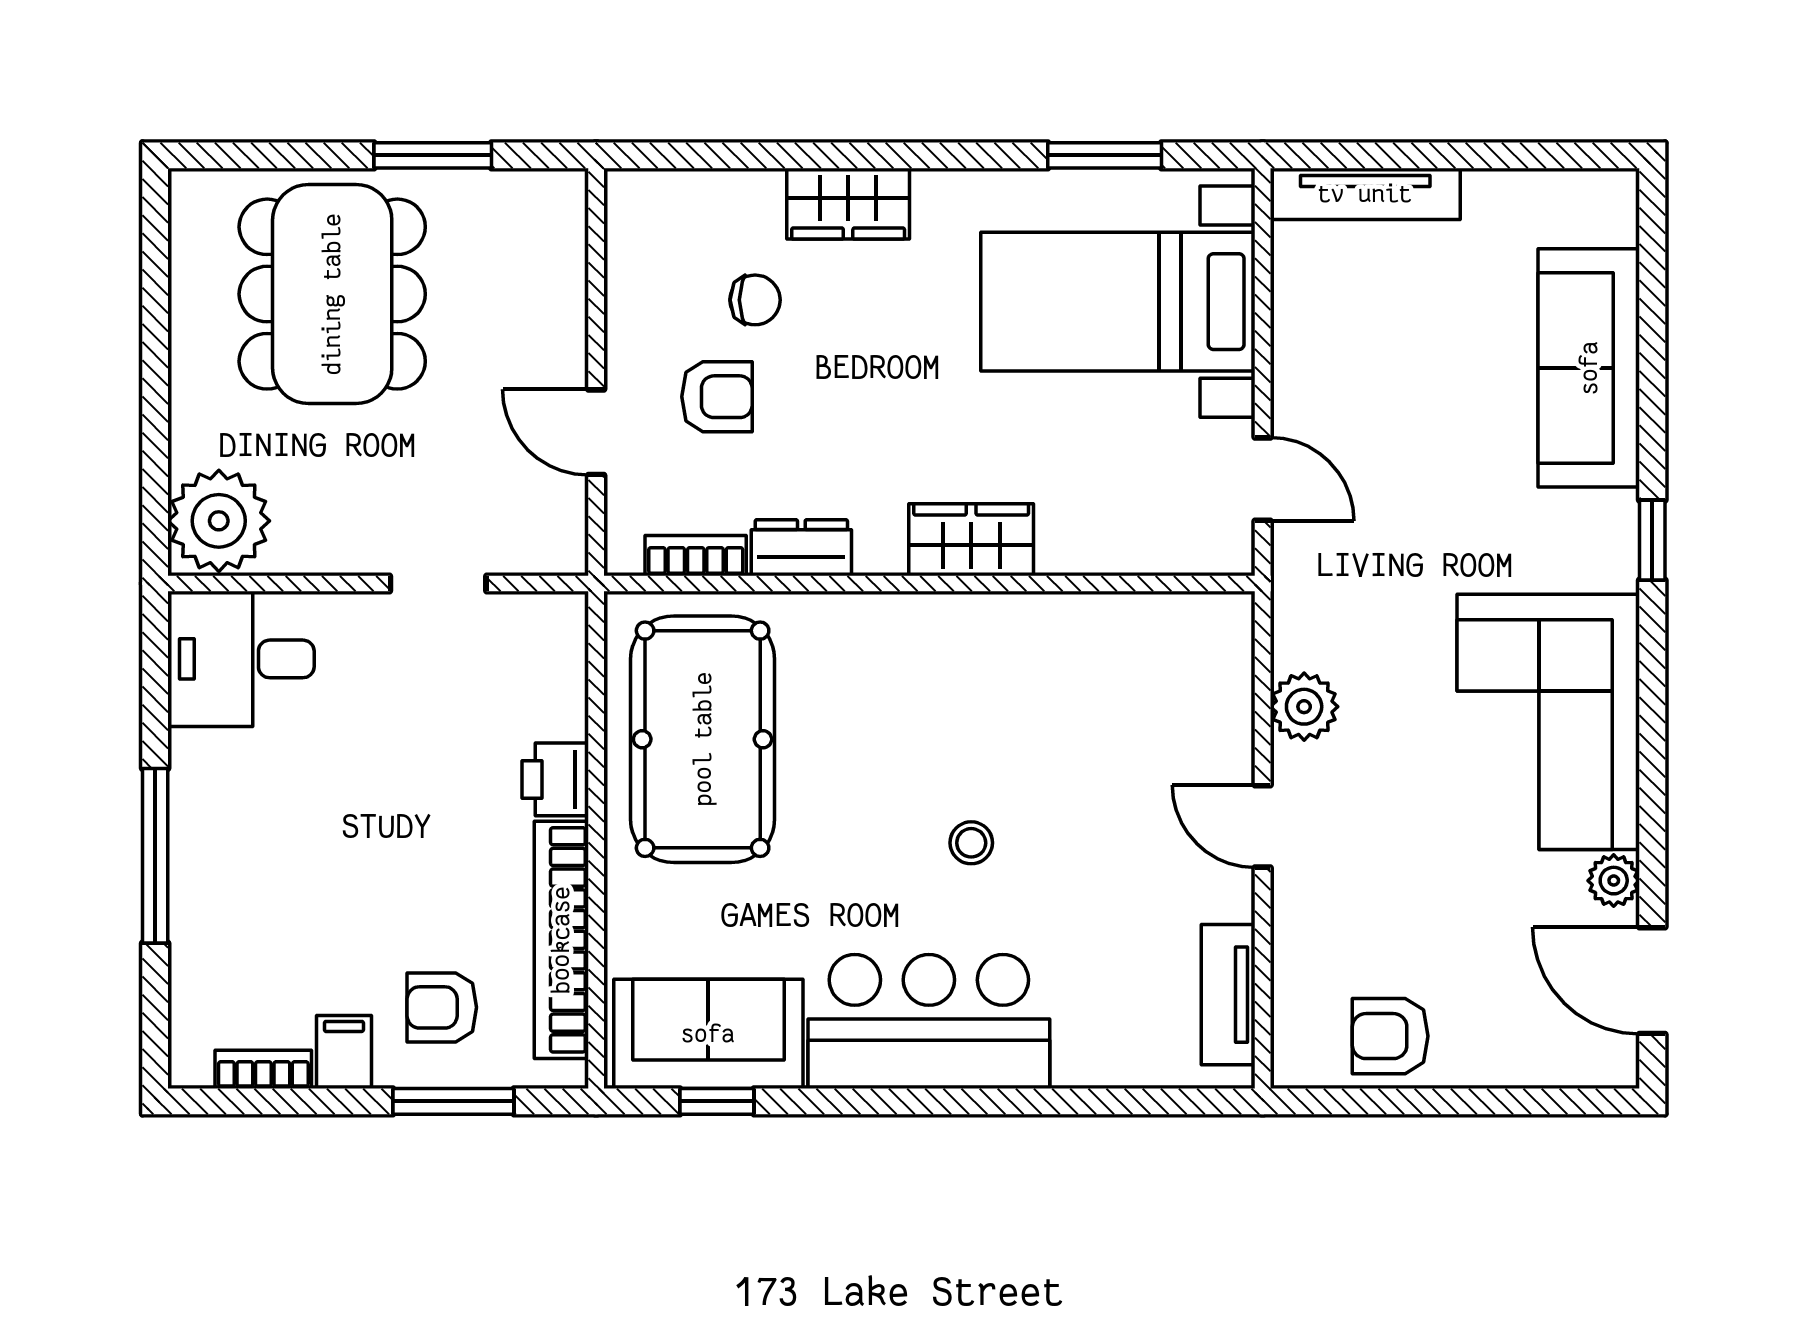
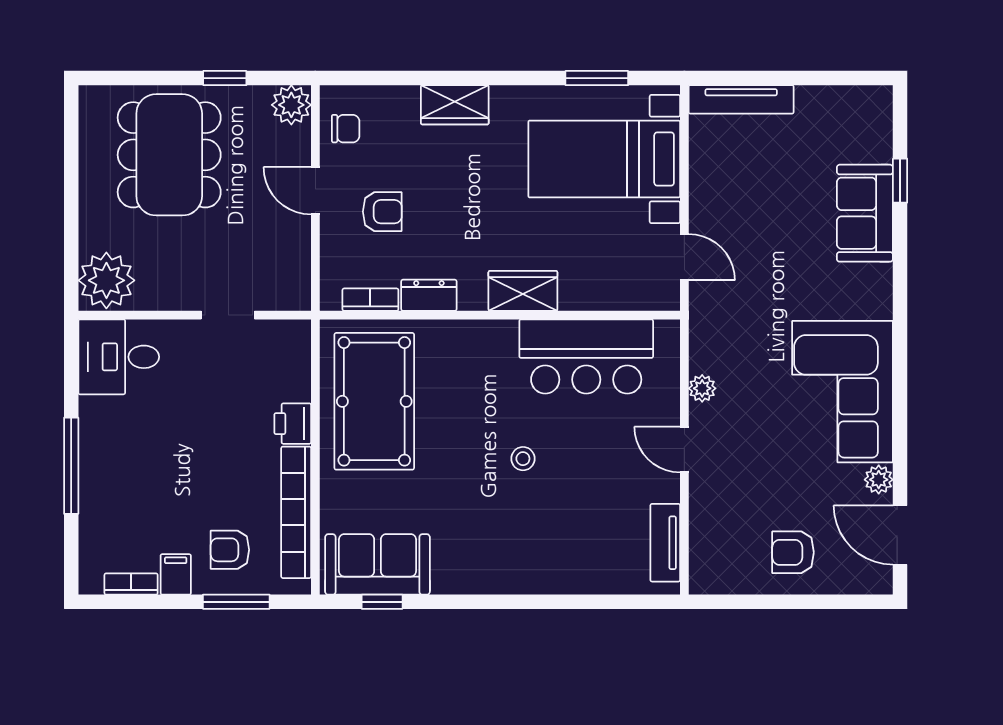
window: (433, 155) -> (225, 78), width x0.67
plant: (553, 204) -> (291, 105), added
chair: (755, 300) -> (346, 129), moved
sofa: (1589, 368) -> (865, 213), width x0.73
door: (596, 432) -> (315, 191), moved
window: (1652, 540) -> (900, 181), moved
plant: (1304, 707) -> (702, 388), width x0.73, depth x0.73
bar counter: (929, 1021) -> (586, 356), moved, turned 180
armchair: (1390, 1036) -> (793, 552), moved

